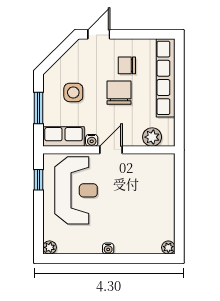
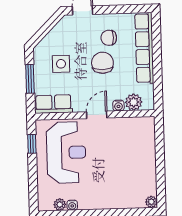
water cooler: (92, 140) -> (118, 106), moved
plant: (50, 247) -> (60, 204), moved
water cooler: (108, 249) -> (72, 205), moved

